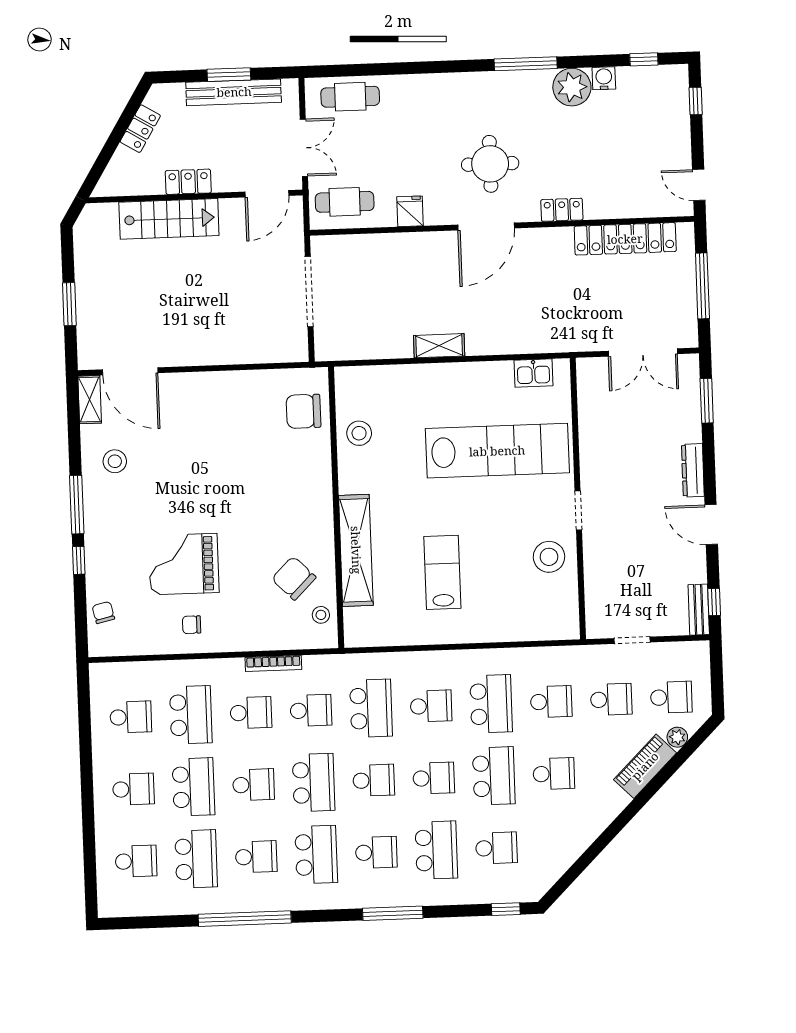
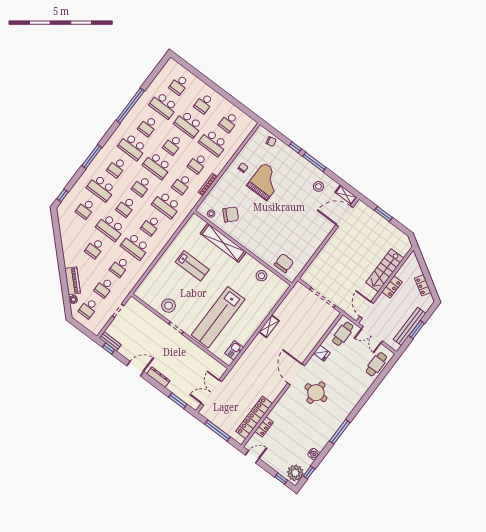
plant: (572, 87) -> (295, 473), moved
locker: (562, 210) -> (264, 427), moved

